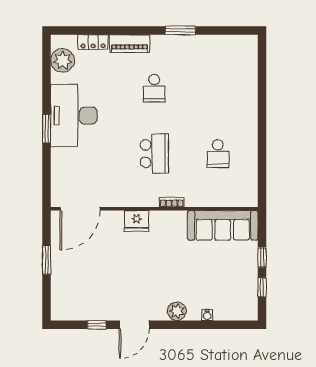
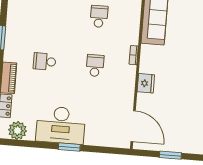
school desk: (154, 88) -> (45, 61), turned 180
school desk: (154, 154) -> (95, 65), width x0.54
school desk: (218, 154) -> (99, 16), turned -90

